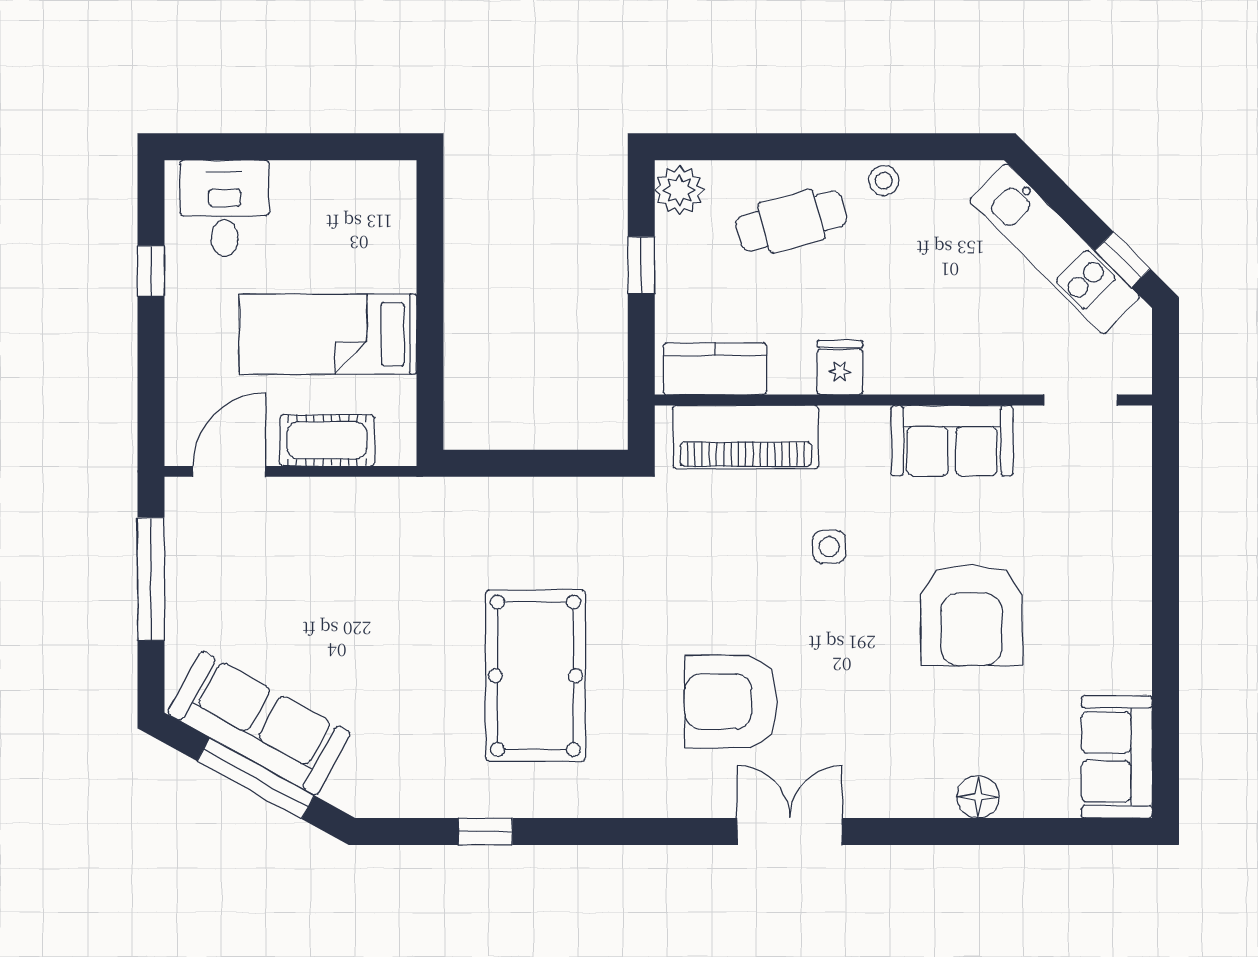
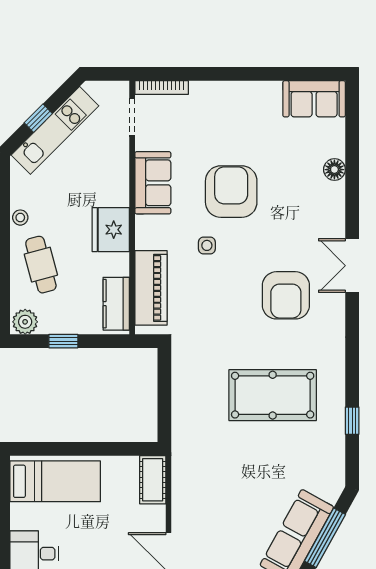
window: (1123, 260) -> (38, 118), moved
bed: (328, 334) -> (55, 481), moved, turned -90
fridge: (840, 367) -> (111, 230), width x1.88, depth x1.34
cot: (327, 440) -> (153, 480), moved
bookcase: (1139, 458) -> (162, 88), added
armchair: (971, 615) -> (231, 192), moved, turned -90

